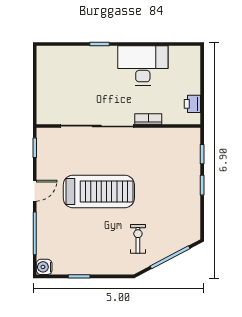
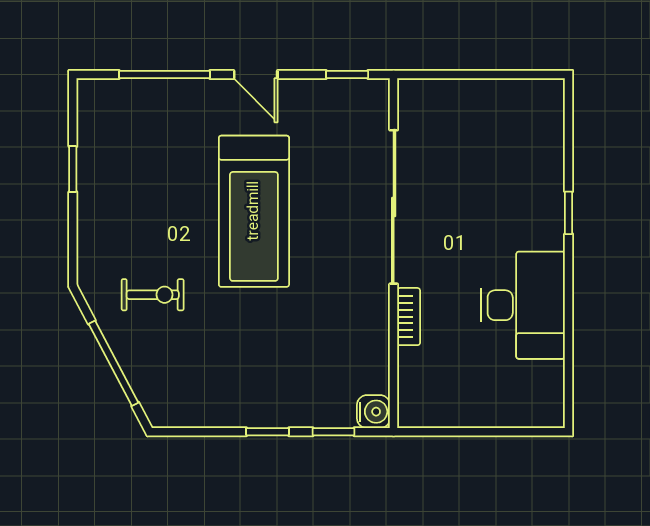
printer: (192, 104) -> (441, 411), removed
water cooler: (44, 267) -> (373, 412), moved, turned 90

